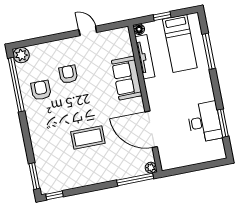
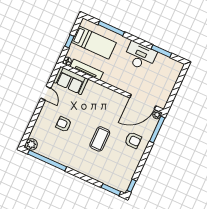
door: (88, 31) -> (46, 93), swing flipped
sofa: (127, 78) -> (71, 81), moved
armchair: (41, 90) -> (133, 140), moved, turned 180
desk: (204, 122) -> (140, 56), moved
door: (151, 129) -> (143, 102), moved
coffee table: (88, 137) -> (100, 139), moved

